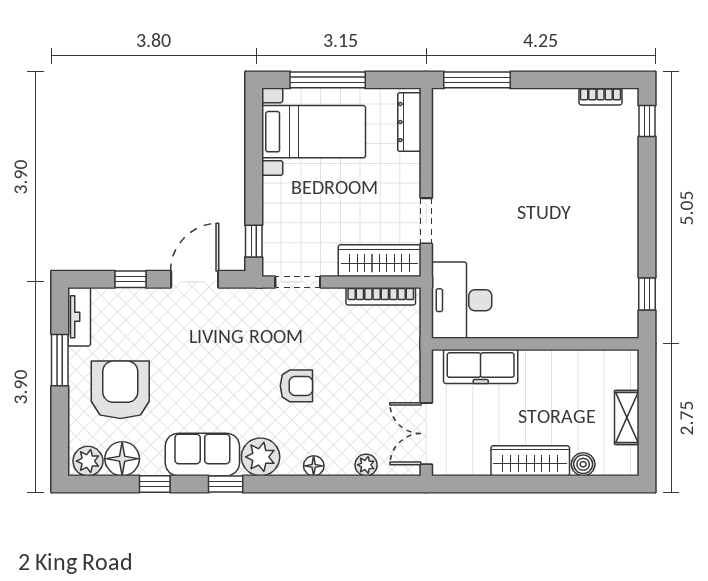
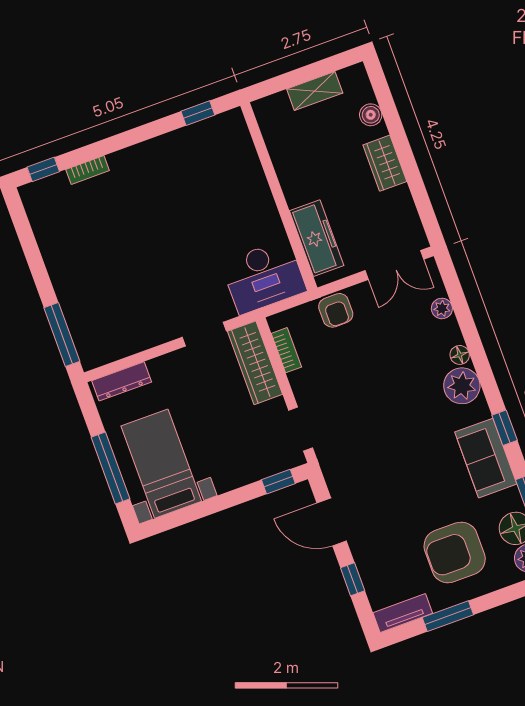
bookcase: (601, 96) -> (88, 170), moved, turned 90
bookcase: (381, 296) -> (286, 350), width x0.64
armchair: (296, 386) -> (336, 310), moved, turned 180
plant: (261, 457) -> (462, 386), moved
wardrobe: (530, 461) -> (385, 163), width x0.67

